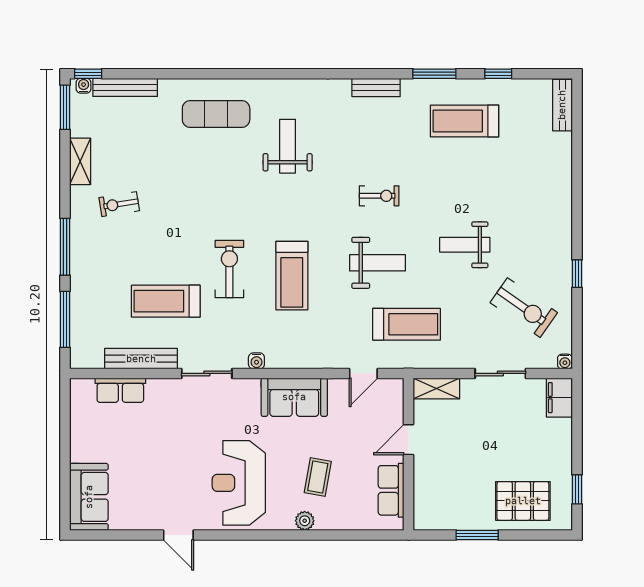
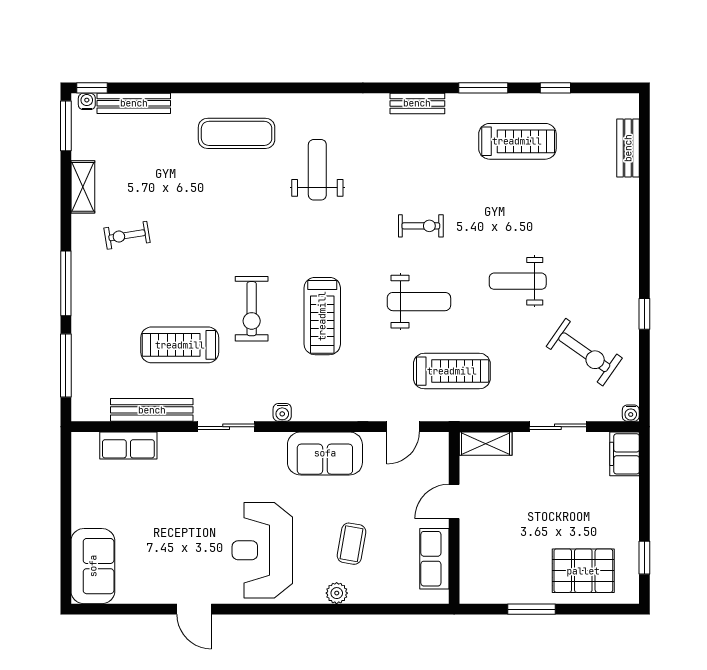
bench: (562, 105) -> (628, 148), moved
treadmill: (465, 121) -> (517, 141), turned 180
exercise bike: (229, 269) -> (252, 309), turned 180

